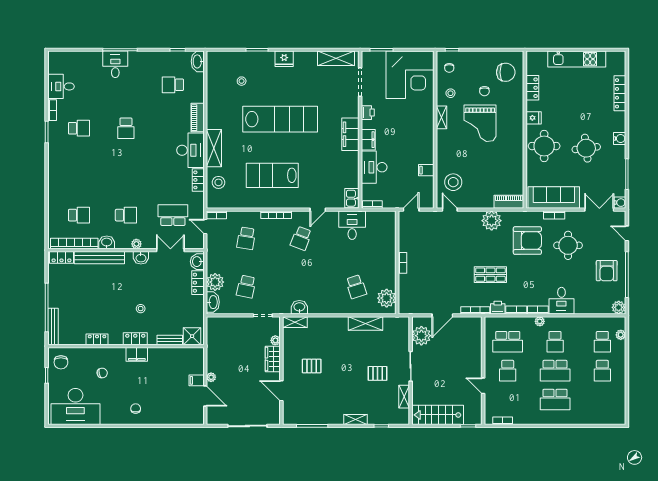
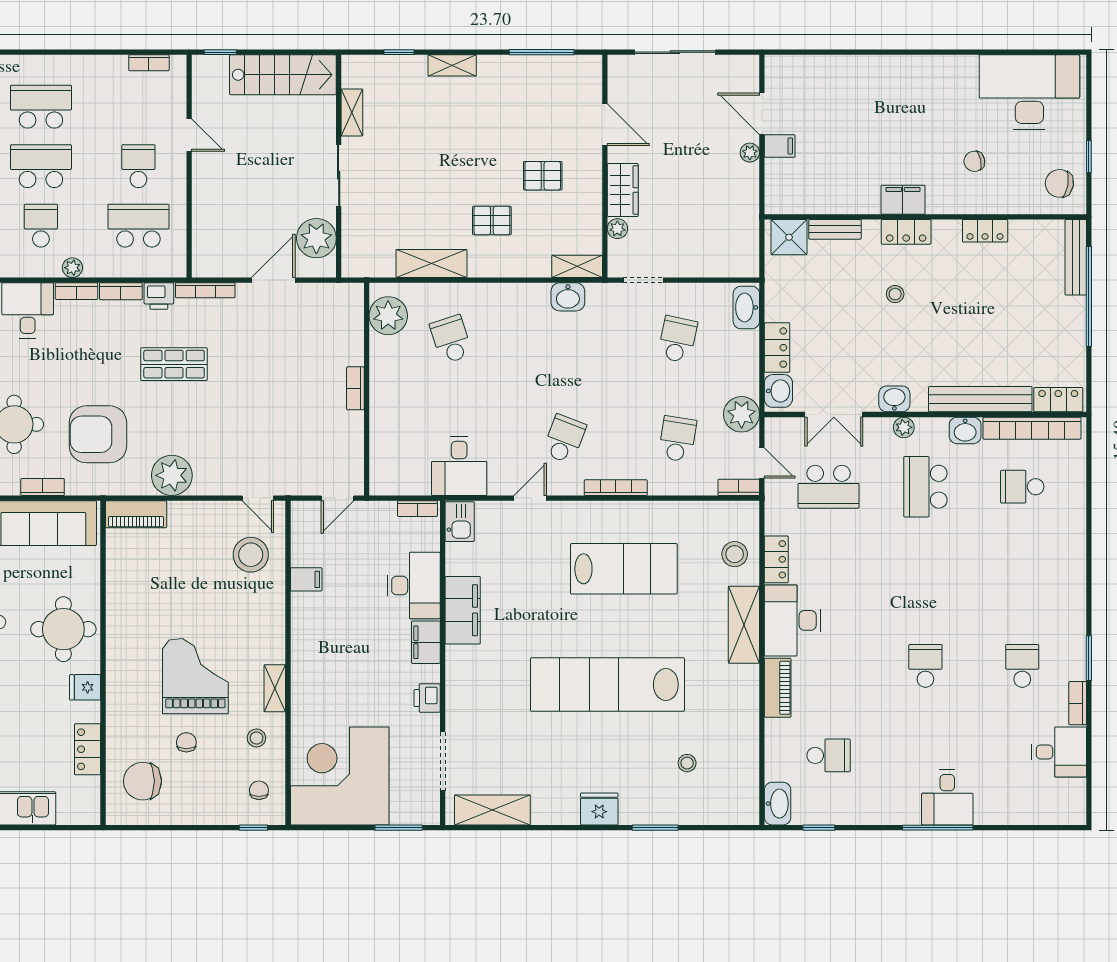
school desk: (79, 128) -> (1022, 666), turned 90
filing cabinet: (350, 134) -> (463, 610), moved
school desk: (126, 215) -> (925, 487), width x1.85
plant: (215, 282) -> (742, 414), moved
chair: (61, 362) -> (1059, 183), turned -80
pallet: (378, 373) -> (492, 220), moved
chair: (136, 409) -> (905, 88), removed

